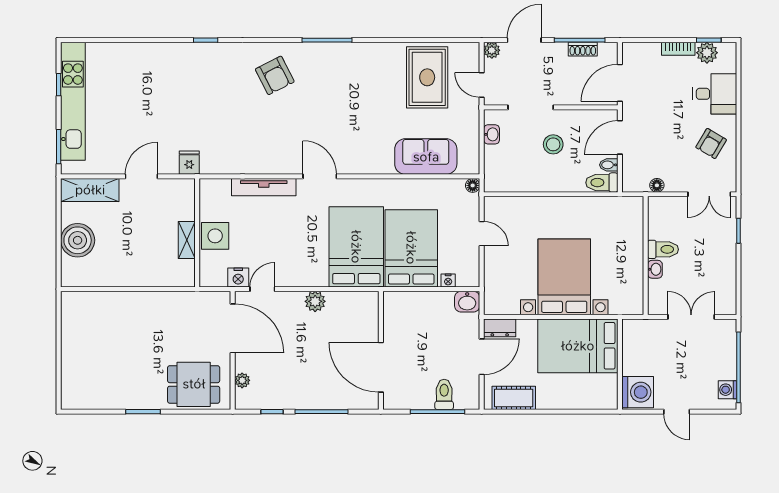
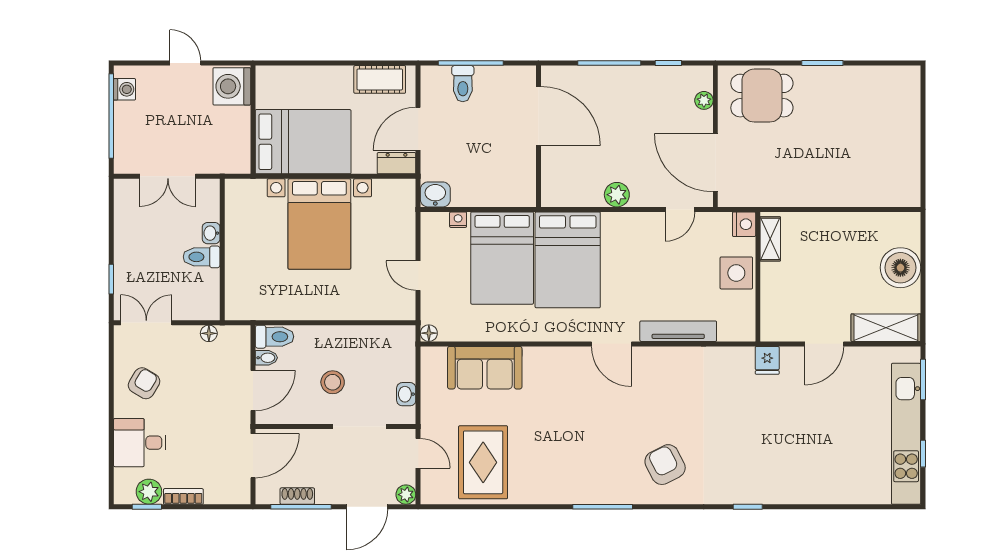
shelving: (187, 240) -> (770, 239), moved
nightstand: (238, 278) -> (744, 224), moved, turned 90

